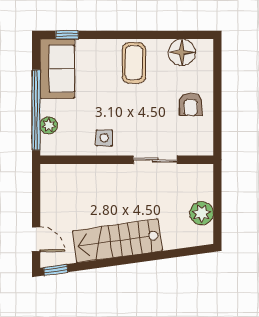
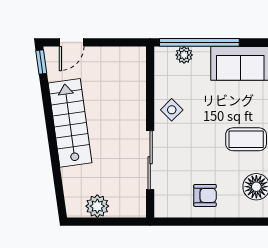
armchair: (191, 104) -> (205, 195), turned 180
side table: (104, 138) -> (172, 110), turned 45
sliding door: (155, 160) -> (150, 160), width x1.37

